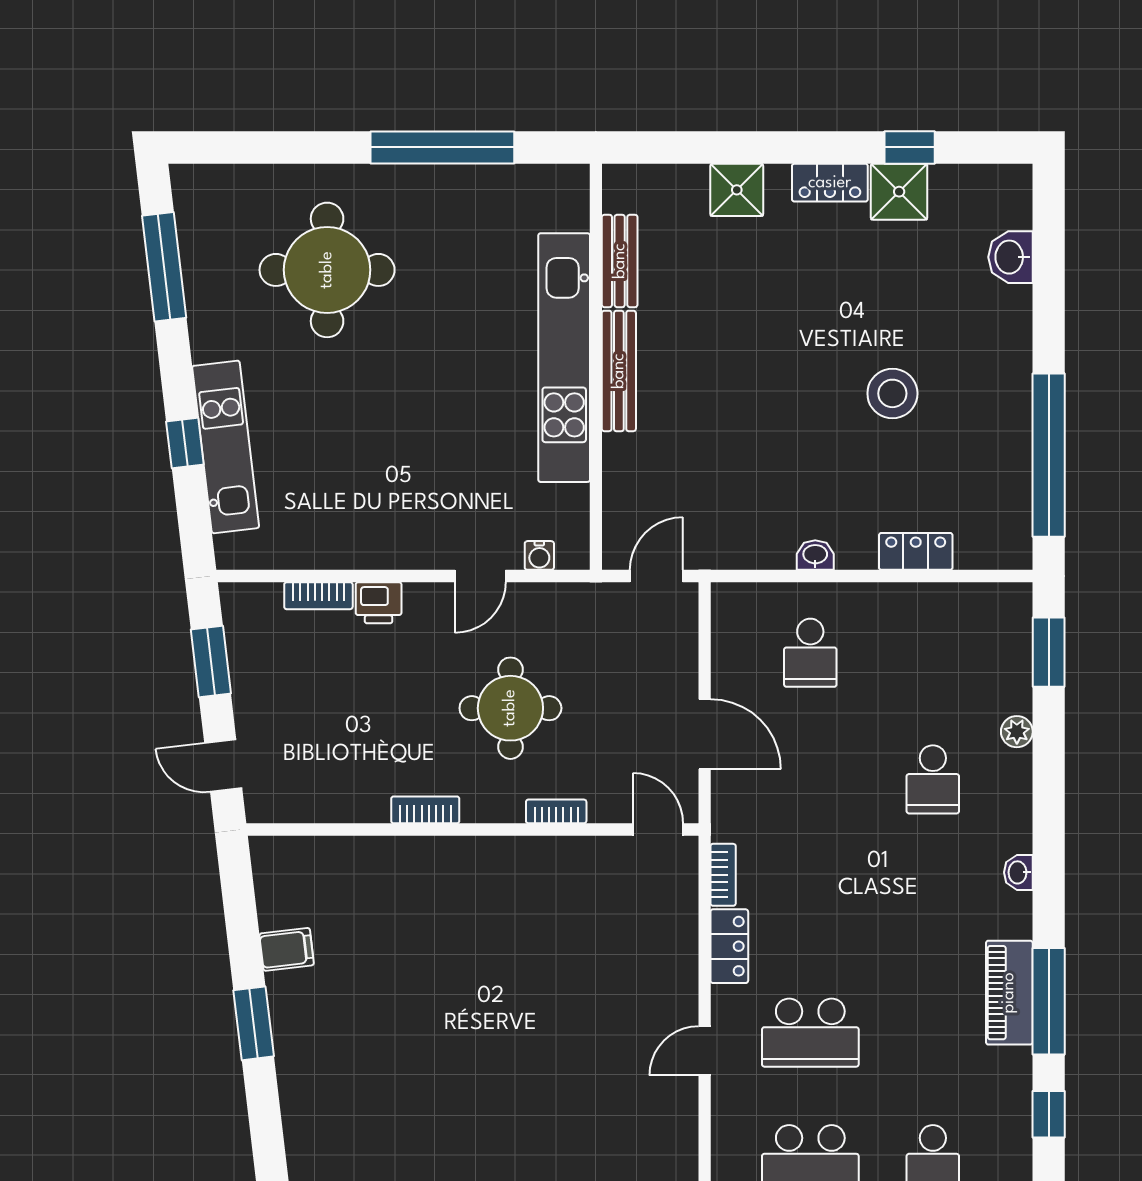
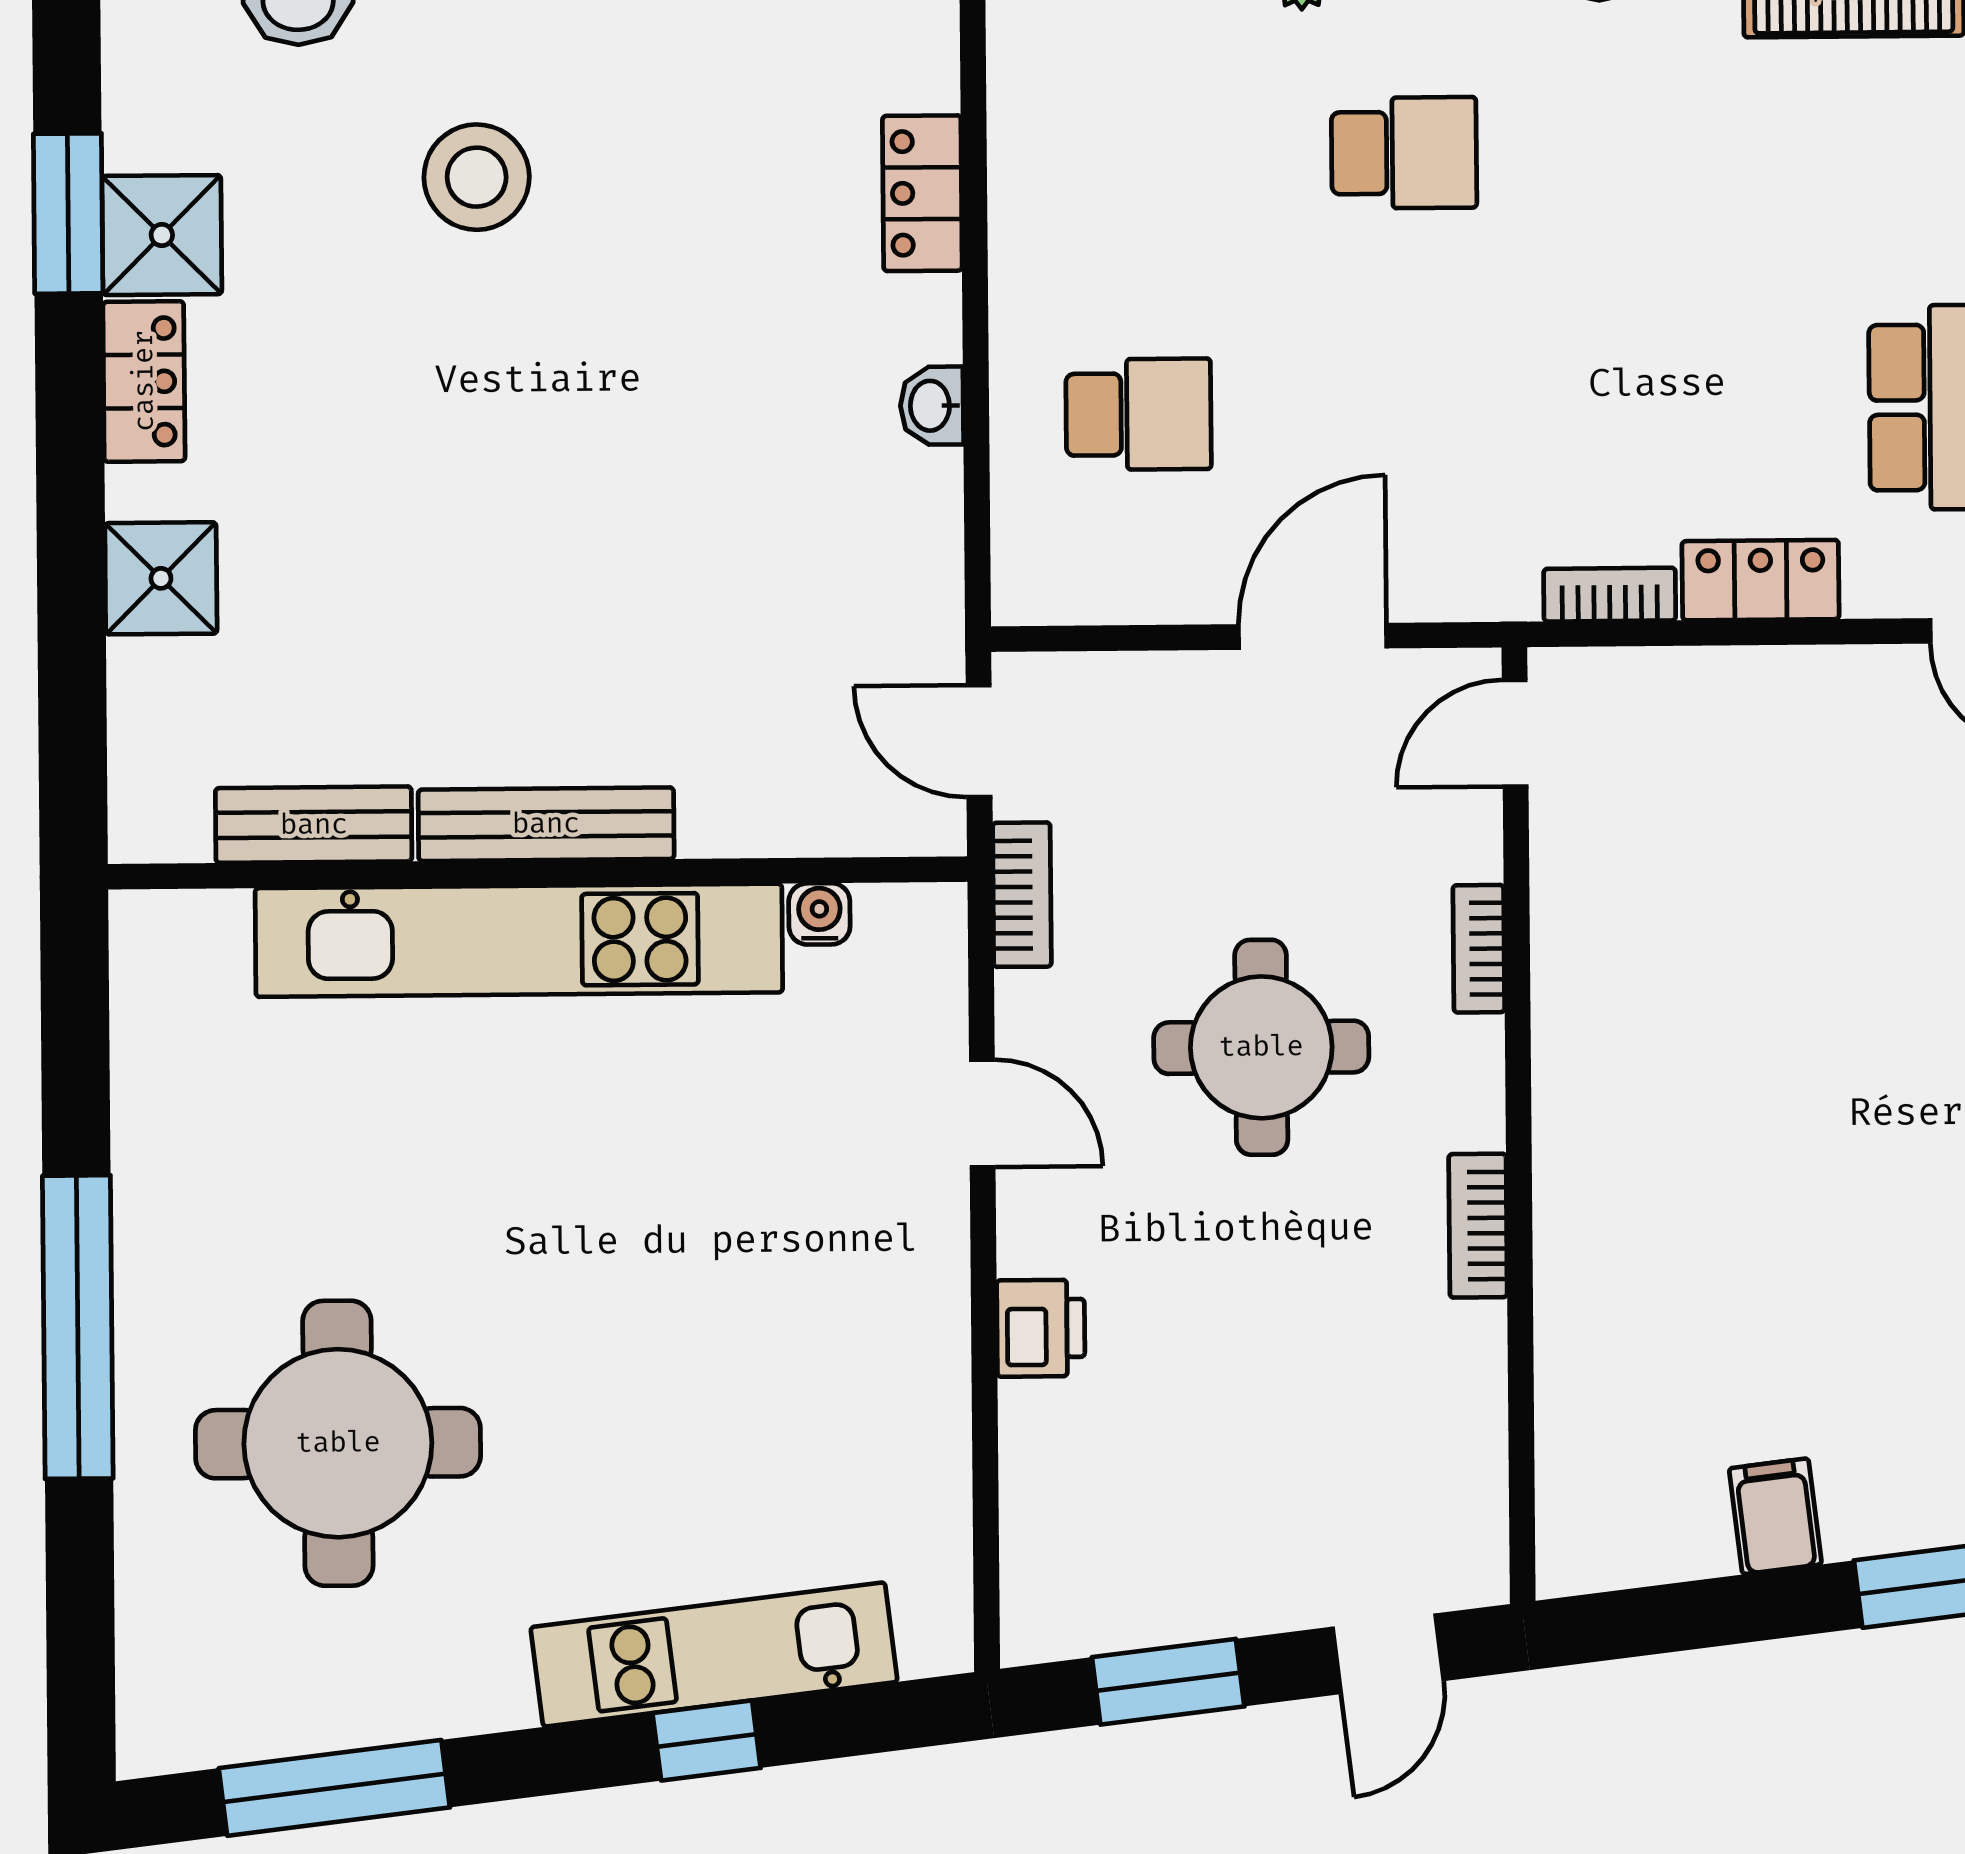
window: (442, 147) -> (78, 1327), moved
window: (910, 147) -> (68, 214), width x1.50
stool: (892, 393) -> (477, 177), moved
water cooler: (539, 555) -> (819, 914), moved, turned -90
bookcase: (318, 596) -> (1022, 895), moved

